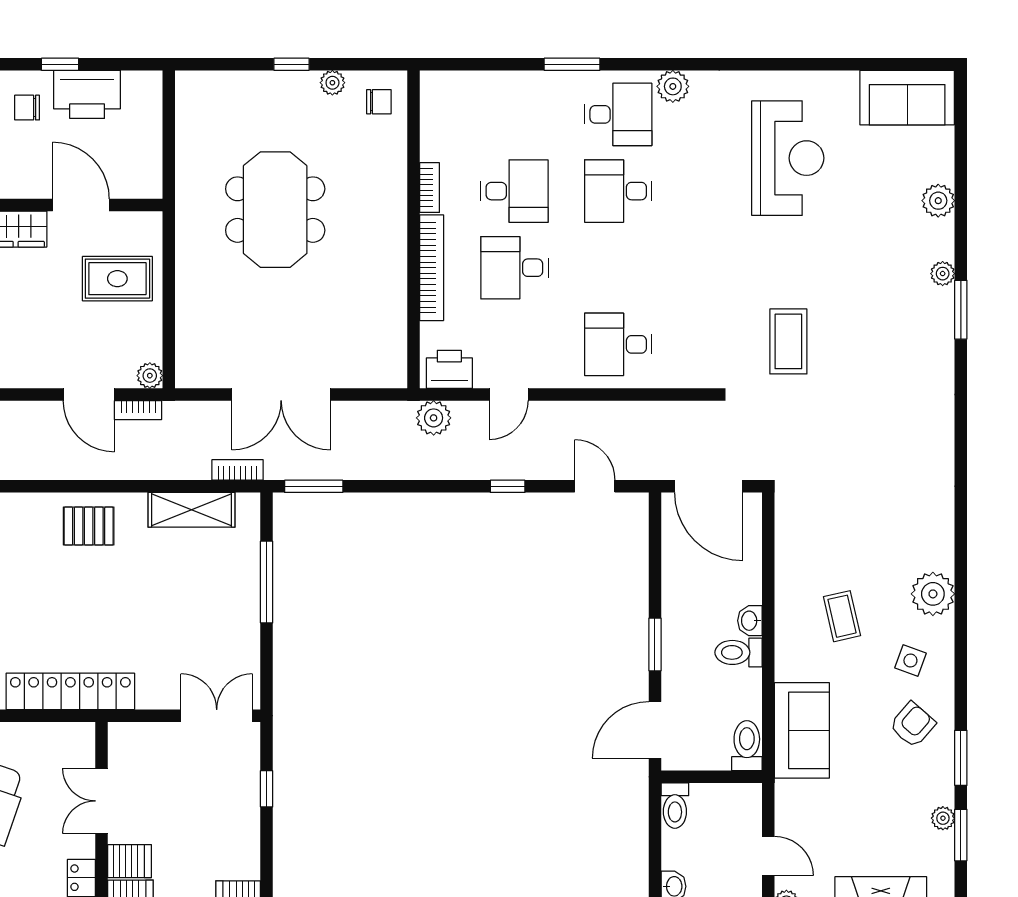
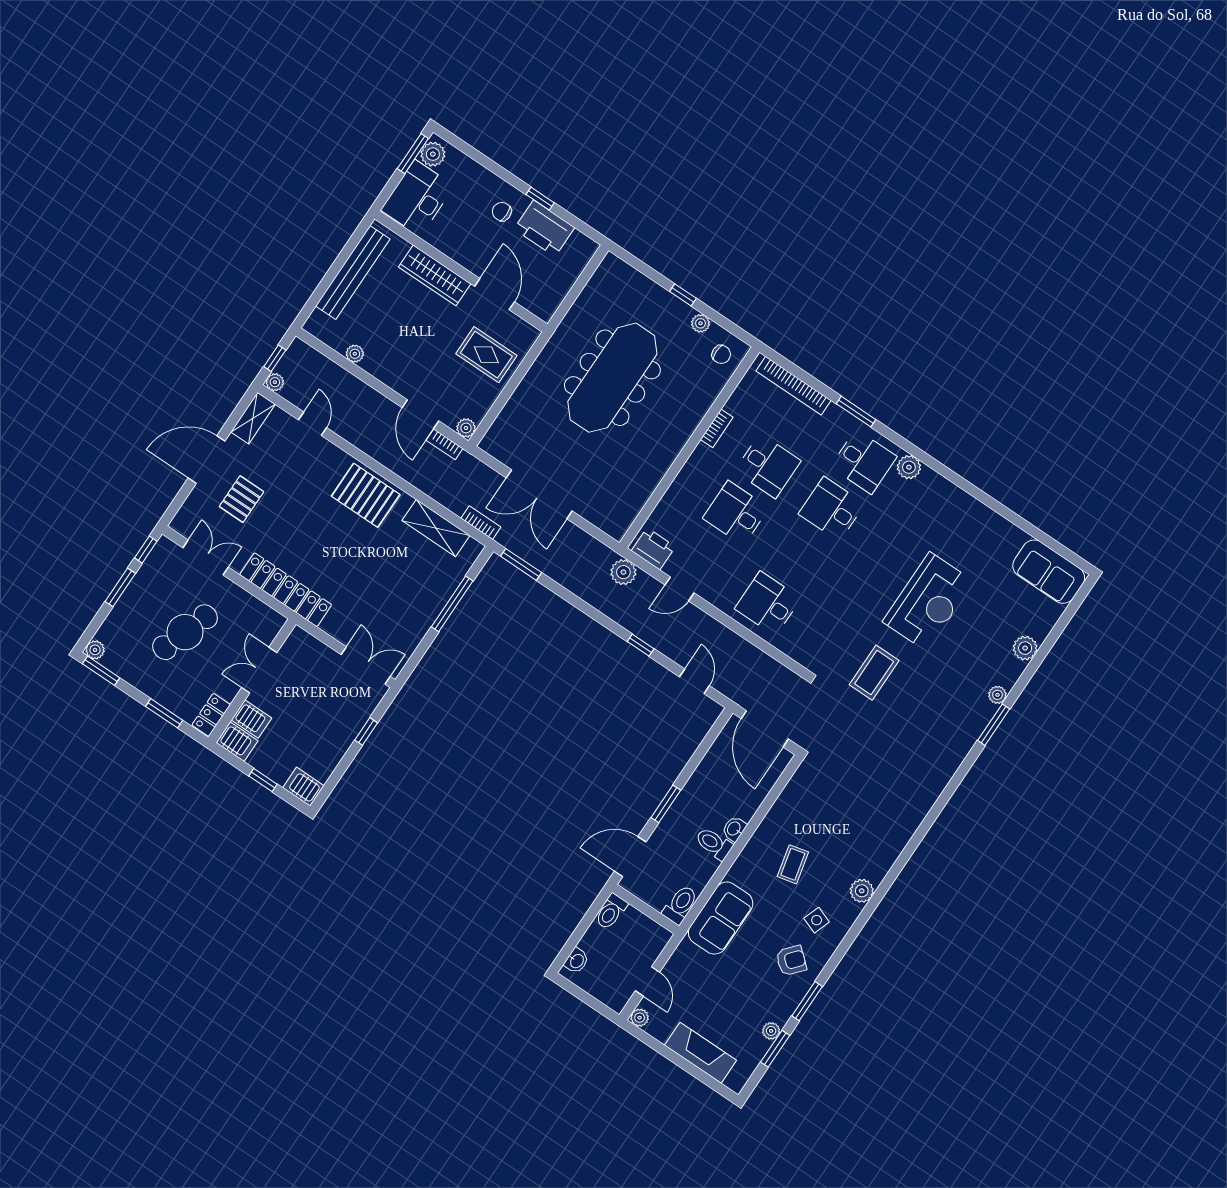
reception desk: (788, 158) -> (928, 602), moved
meeting table: (275, 210) -> (612, 378), width x1.36
bookcase: (432, 268) -> (793, 386), moved, turned 90
pallet: (89, 526) -> (366, 495), width x1.50, depth x1.42
plant: (933, 594) -> (862, 891), width x0.73, depth x0.73

